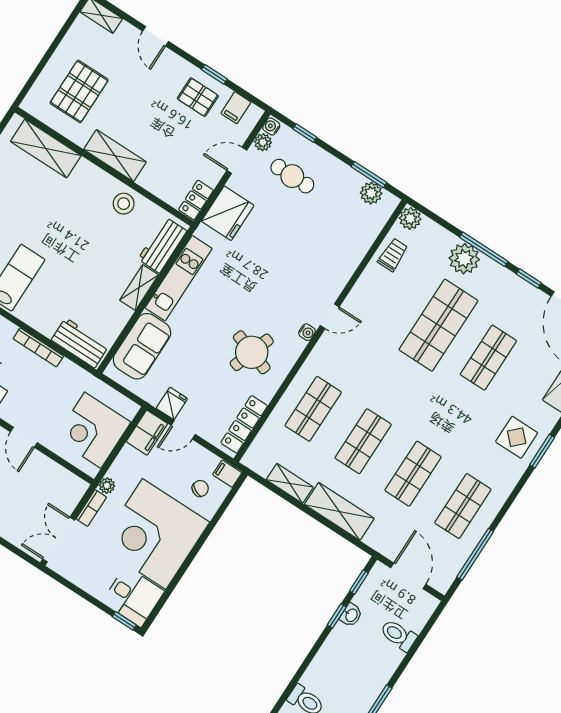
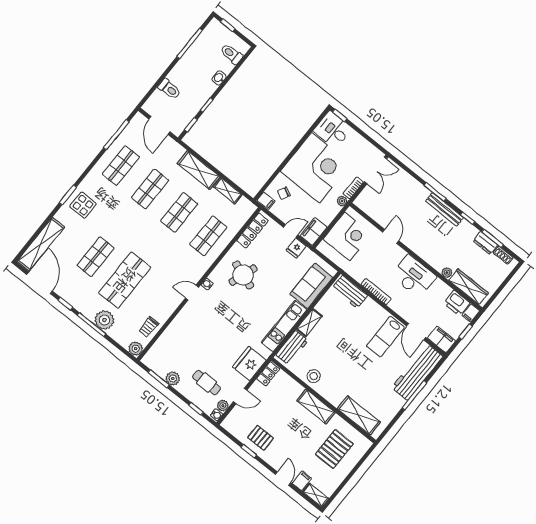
filing cabinet: (236, 108) -> (302, 481), moved
plant: (371, 193) -> (173, 378), moved
washbasin: (351, 615) -> (219, 78), moved

